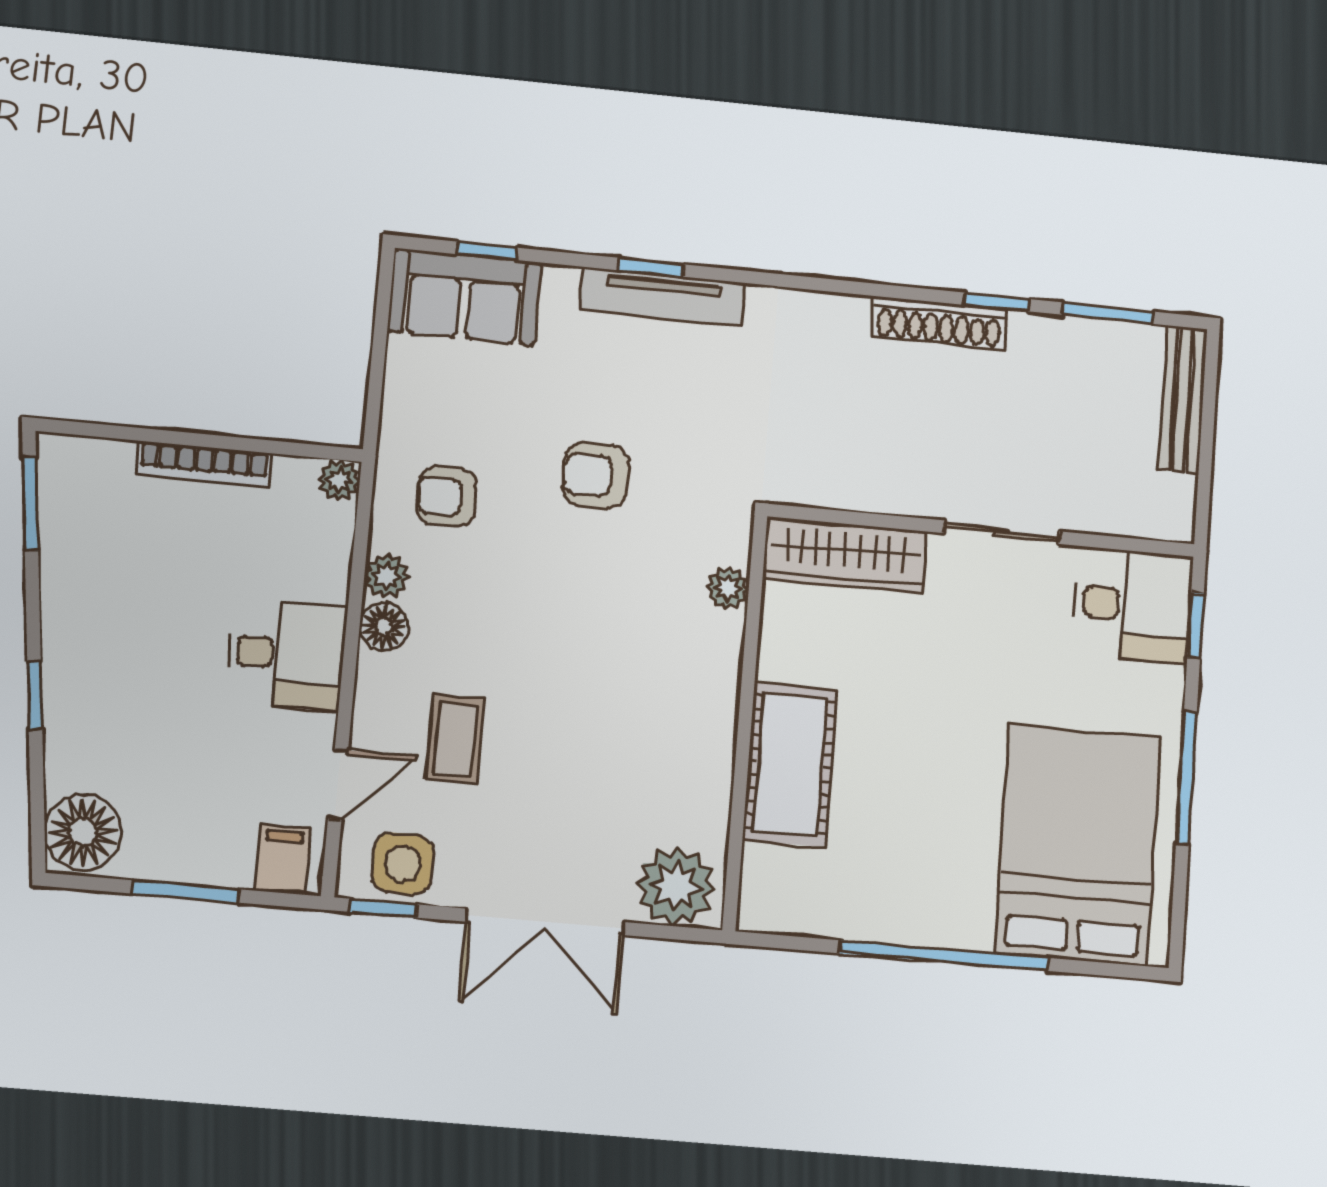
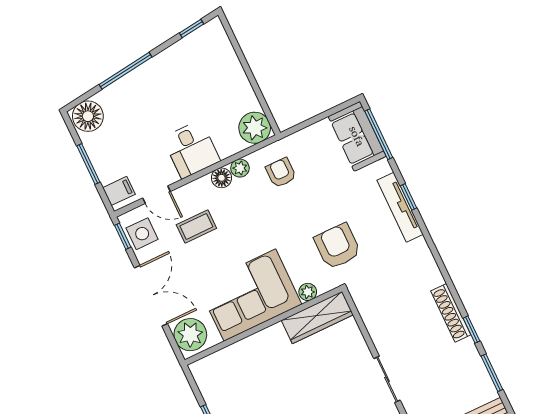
window: (486, 251) -> (379, 134), width x2.17
bookcase: (204, 464) -> (242, 80), removed
armchair: (595, 475) -> (337, 246), moved, width x1.38, depth x1.38
plant: (339, 480) -> (255, 128), width x1.88, depth x1.88
window: (30, 504) -> (191, 28), width x0.67
wardrobe: (845, 555) -> (317, 317), moved, turned -90
window: (35, 695) -> (125, 71), width x2.17
corner sofa: (665, 712) -> (250, 295), added
cot: (790, 764) -> (258, 351), removed
double door: (545, 922) -> (151, 296), swing flipped

